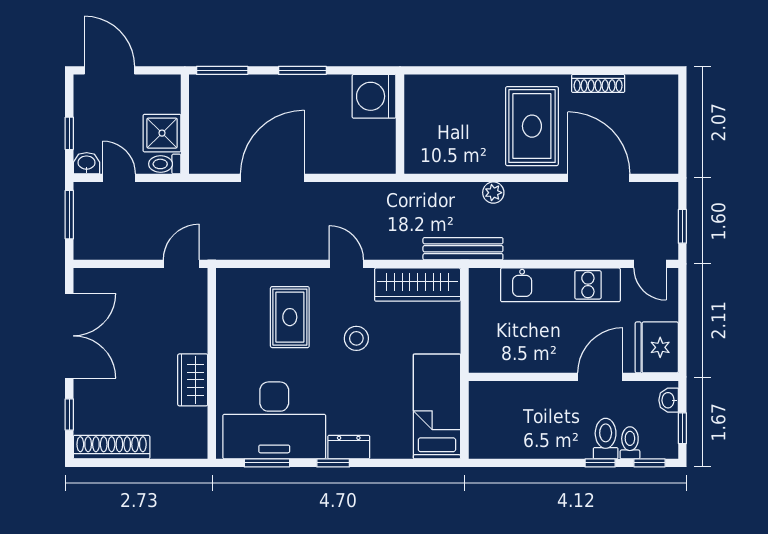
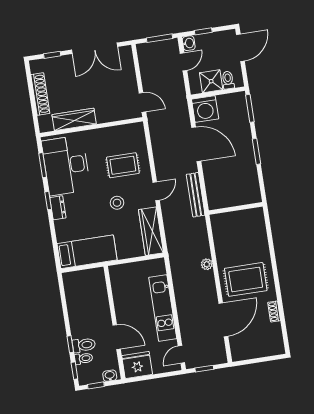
shoe rack: (598, 83) -> (274, 311), width x0.70
washing machine: (374, 96) -> (205, 109), moved, turned 180
toilet: (165, 164) -> (228, 80), moved
bench: (463, 249) -> (196, 195), moved
wardrobe: (193, 380) -> (74, 119), width x1.50
shoe rack: (112, 447) -> (40, 94), moved

